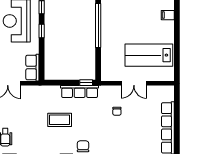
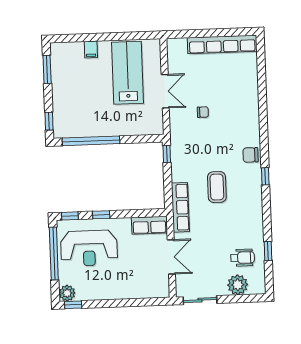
filing cabinet: (168, 15) -> (91, 49), moved
lab bench: (149, 55) -> (128, 73), turned 180
row of seats: (80, 92) -> (180, 207), moved

